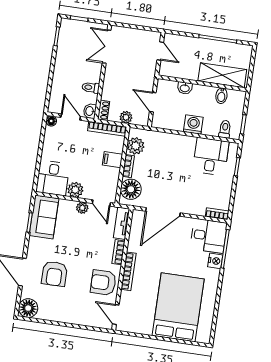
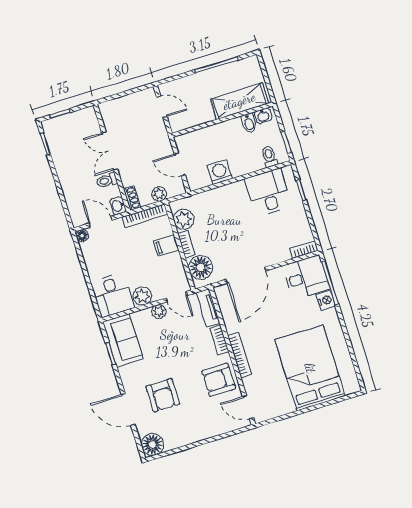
double door: (107, 47) -> (110, 151), moved
washbasin: (185, 88) -> (263, 116), moved
washing machine: (193, 125) -> (220, 172), moved

